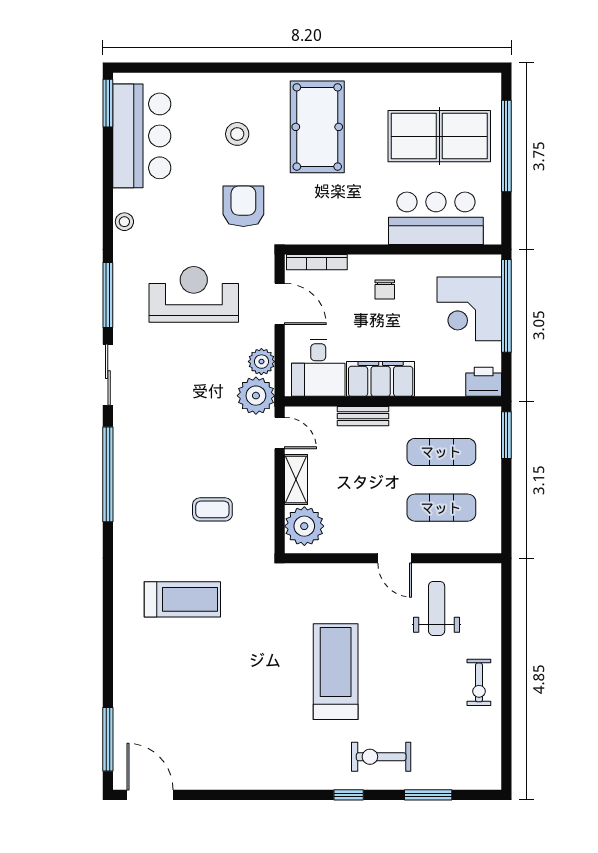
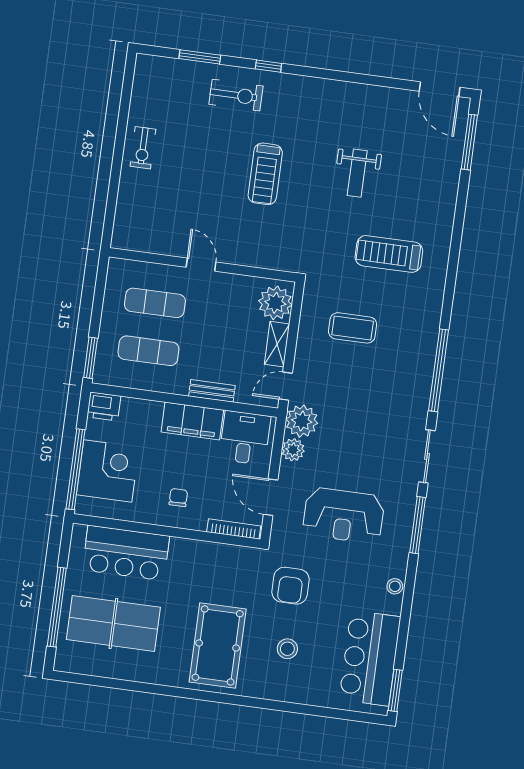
door: (280, 433) -> (286, 386), hinge flipped
coffee table: (212, 509) -> (353, 328), width x1.36, depth x1.30
weight bench: (437, 608) -> (357, 173), moved
treadmill: (336, 672) -> (265, 174), width x0.73, depth x0.73
exercise bike: (479, 682) -> (143, 148), turned 180

